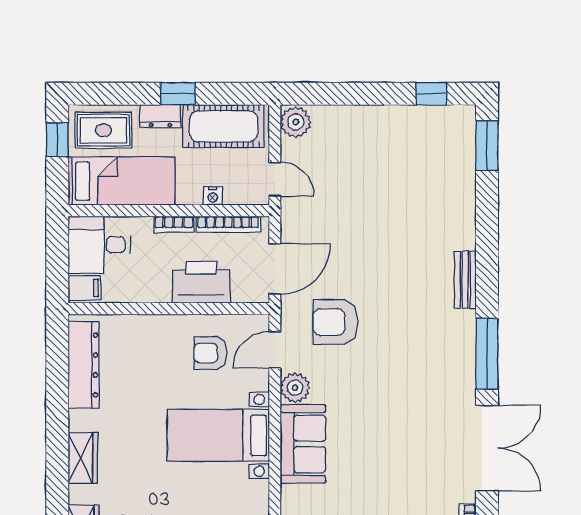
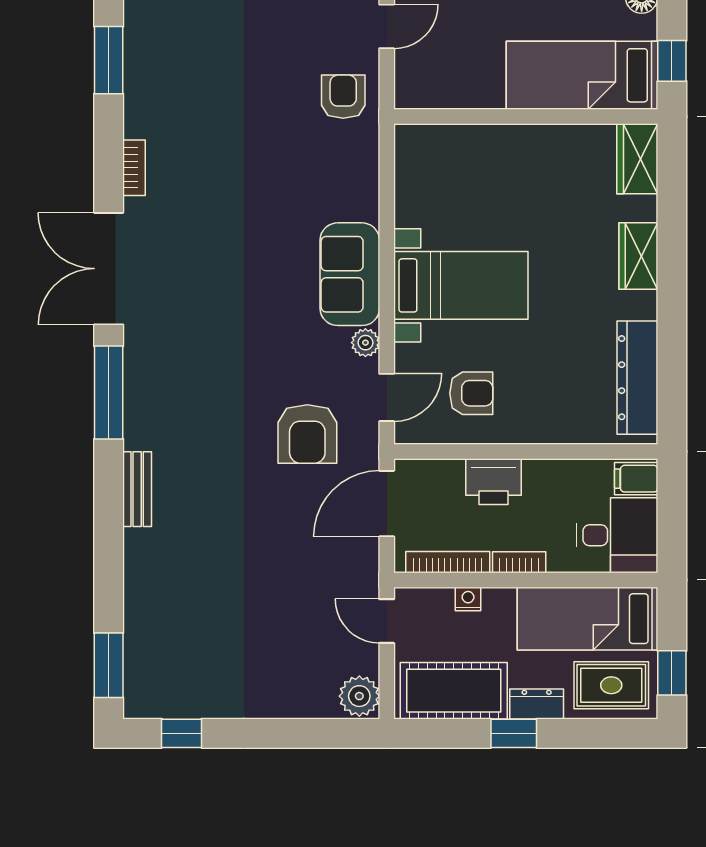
printer: (201, 282) -> (494, 482), width x0.73, depth x0.84
armchair: (335, 322) -> (307, 434), turned 90
plant: (295, 388) -> (365, 343), width x0.73, depth x0.73

